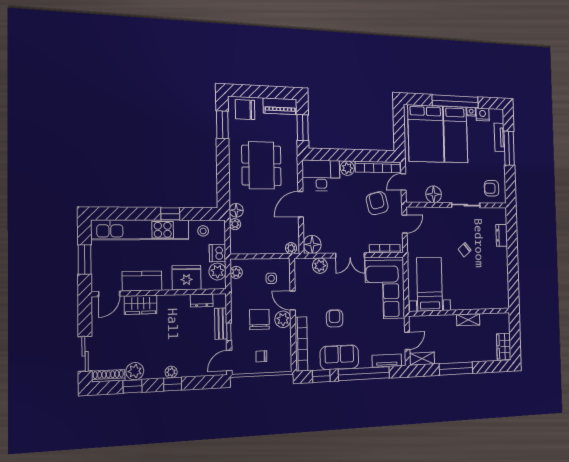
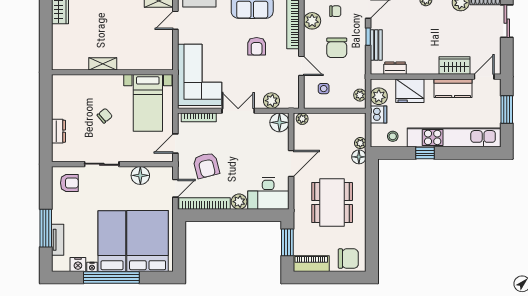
window: (222, 125) -> (372, 242), removed
bed with nightstands: (430, 284) -> (148, 103), moved
wall: (460, 312) -> (112, 72), moved
plant: (283, 319) -> (312, 21), moved
shelving: (468, 320) -> (103, 64), moved

